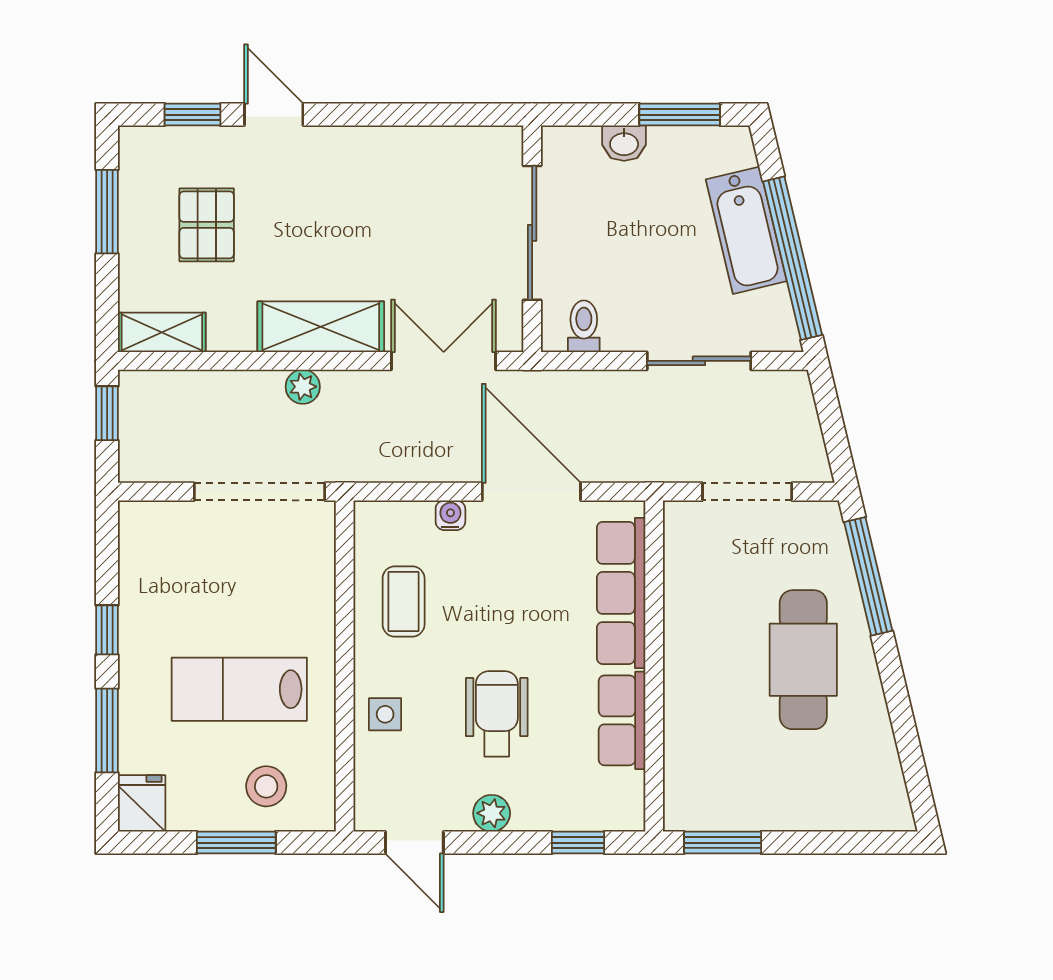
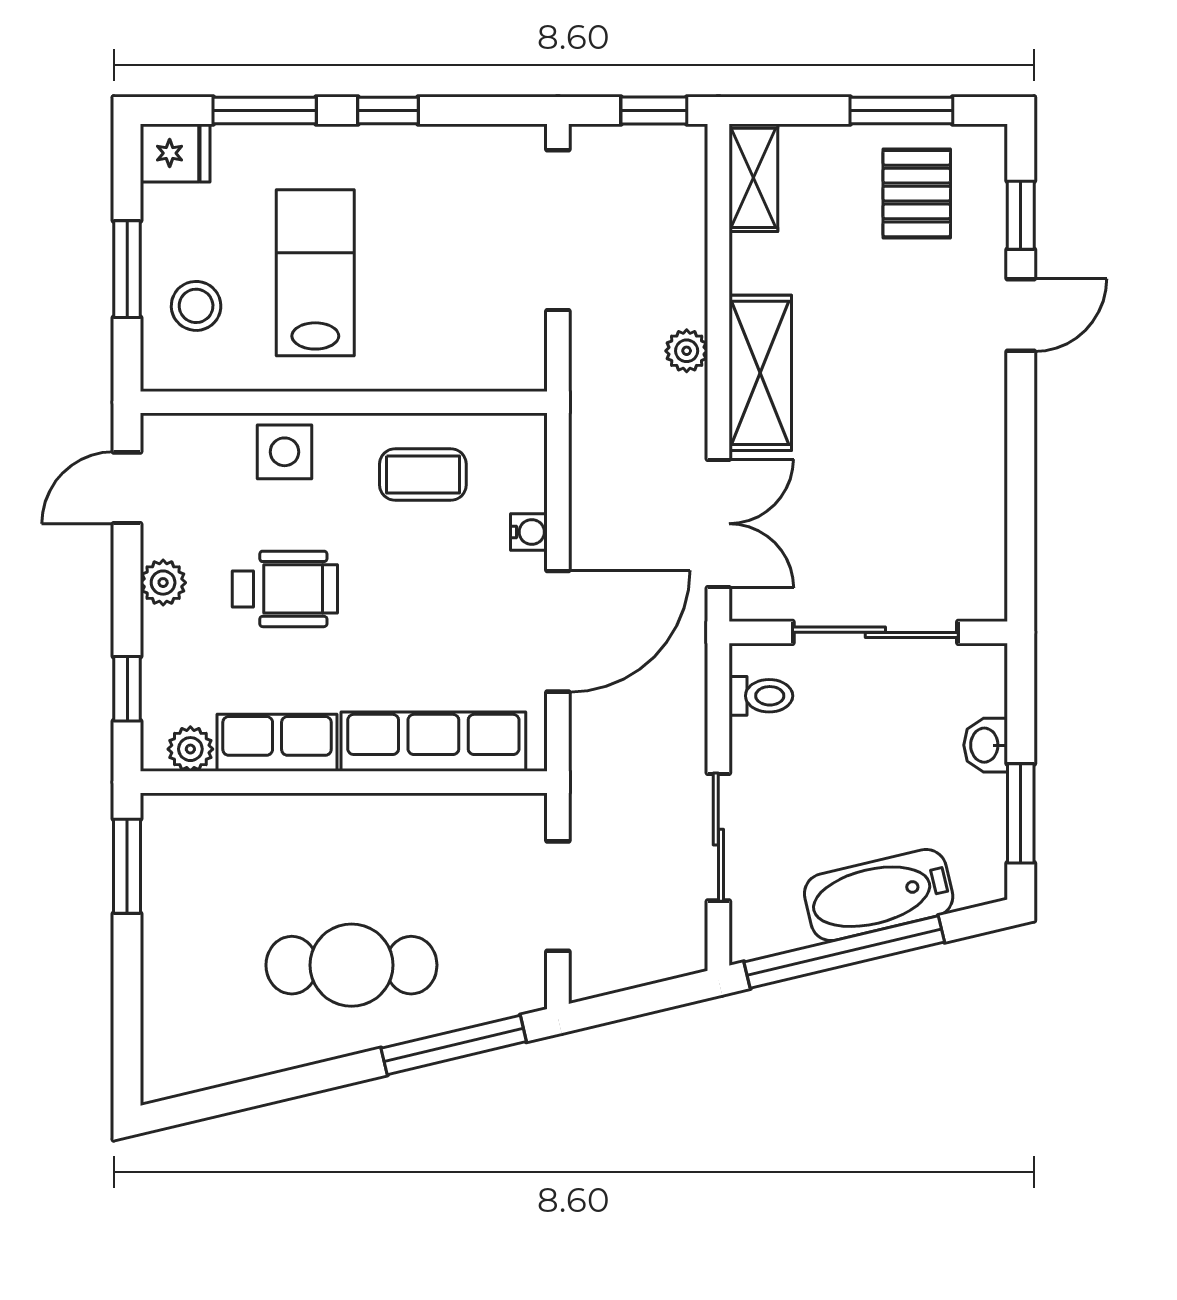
pallet: (207, 225) -> (917, 194), moved, turned 90
doorway: (259, 492) -> (558, 230), moved
side table: (385, 714) -> (285, 452), width x1.37, depth x1.37
plant: (627, 791) -> (190, 749), added

